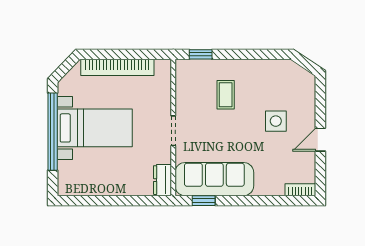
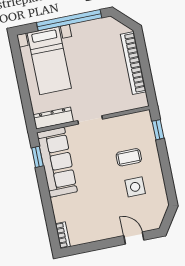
side table: (276, 121) -> (135, 187), moved
bed with nightstands: (95, 128) -> (49, 61), moved
door: (320, 140) -> (134, 238), moved
dresser: (162, 180) -> (53, 118), width x1.44

